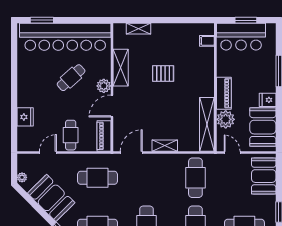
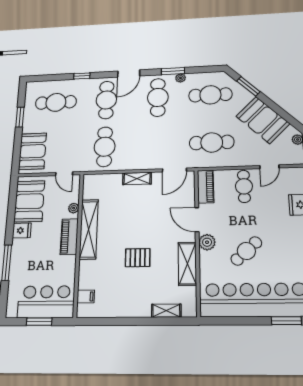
door: (112, 106) -> (197, 220), swing flipped
plant: (226, 119) -> (74, 208), width x0.53, depth x0.53
shelving: (207, 124) -> (89, 229), moved

